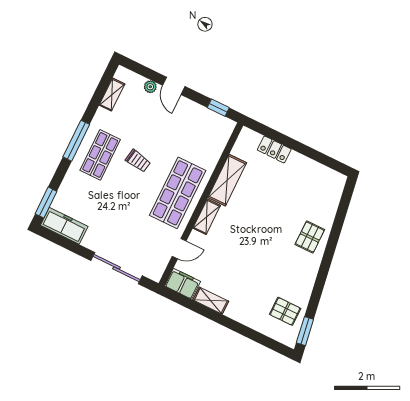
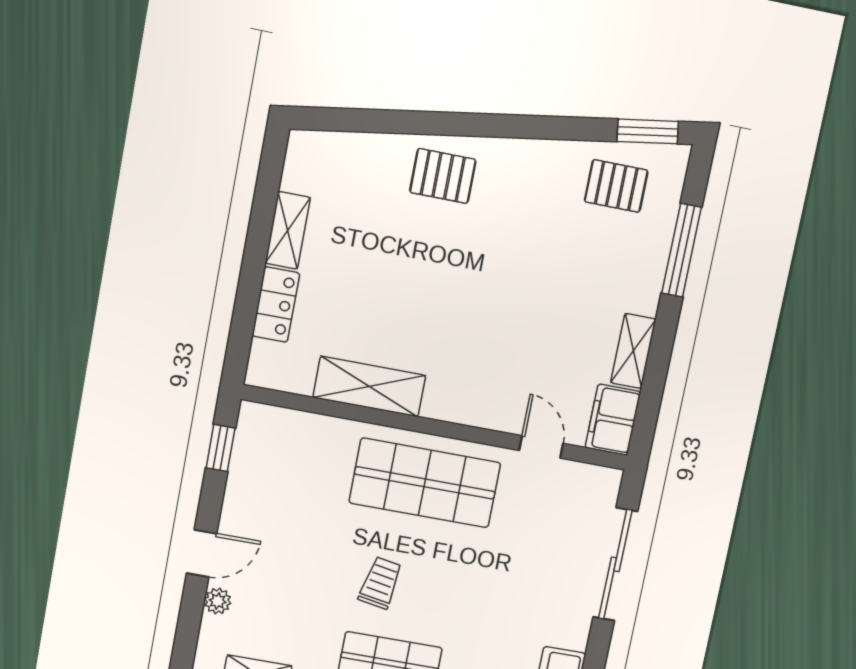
shelving: (207, 217) -> (288, 230), moved, turned 90
pallet: (285, 311) -> (616, 186), turned 90
window: (249, 333) -> (682, 250), added

